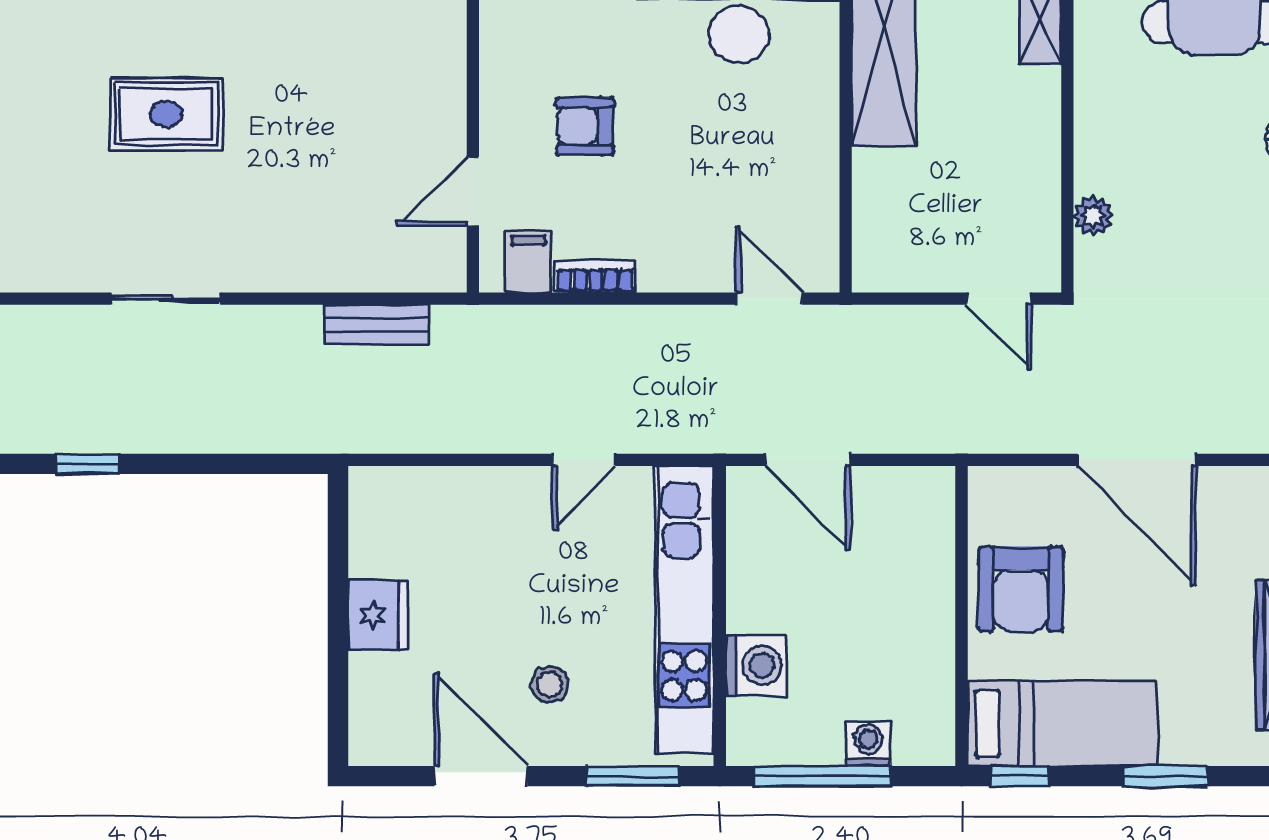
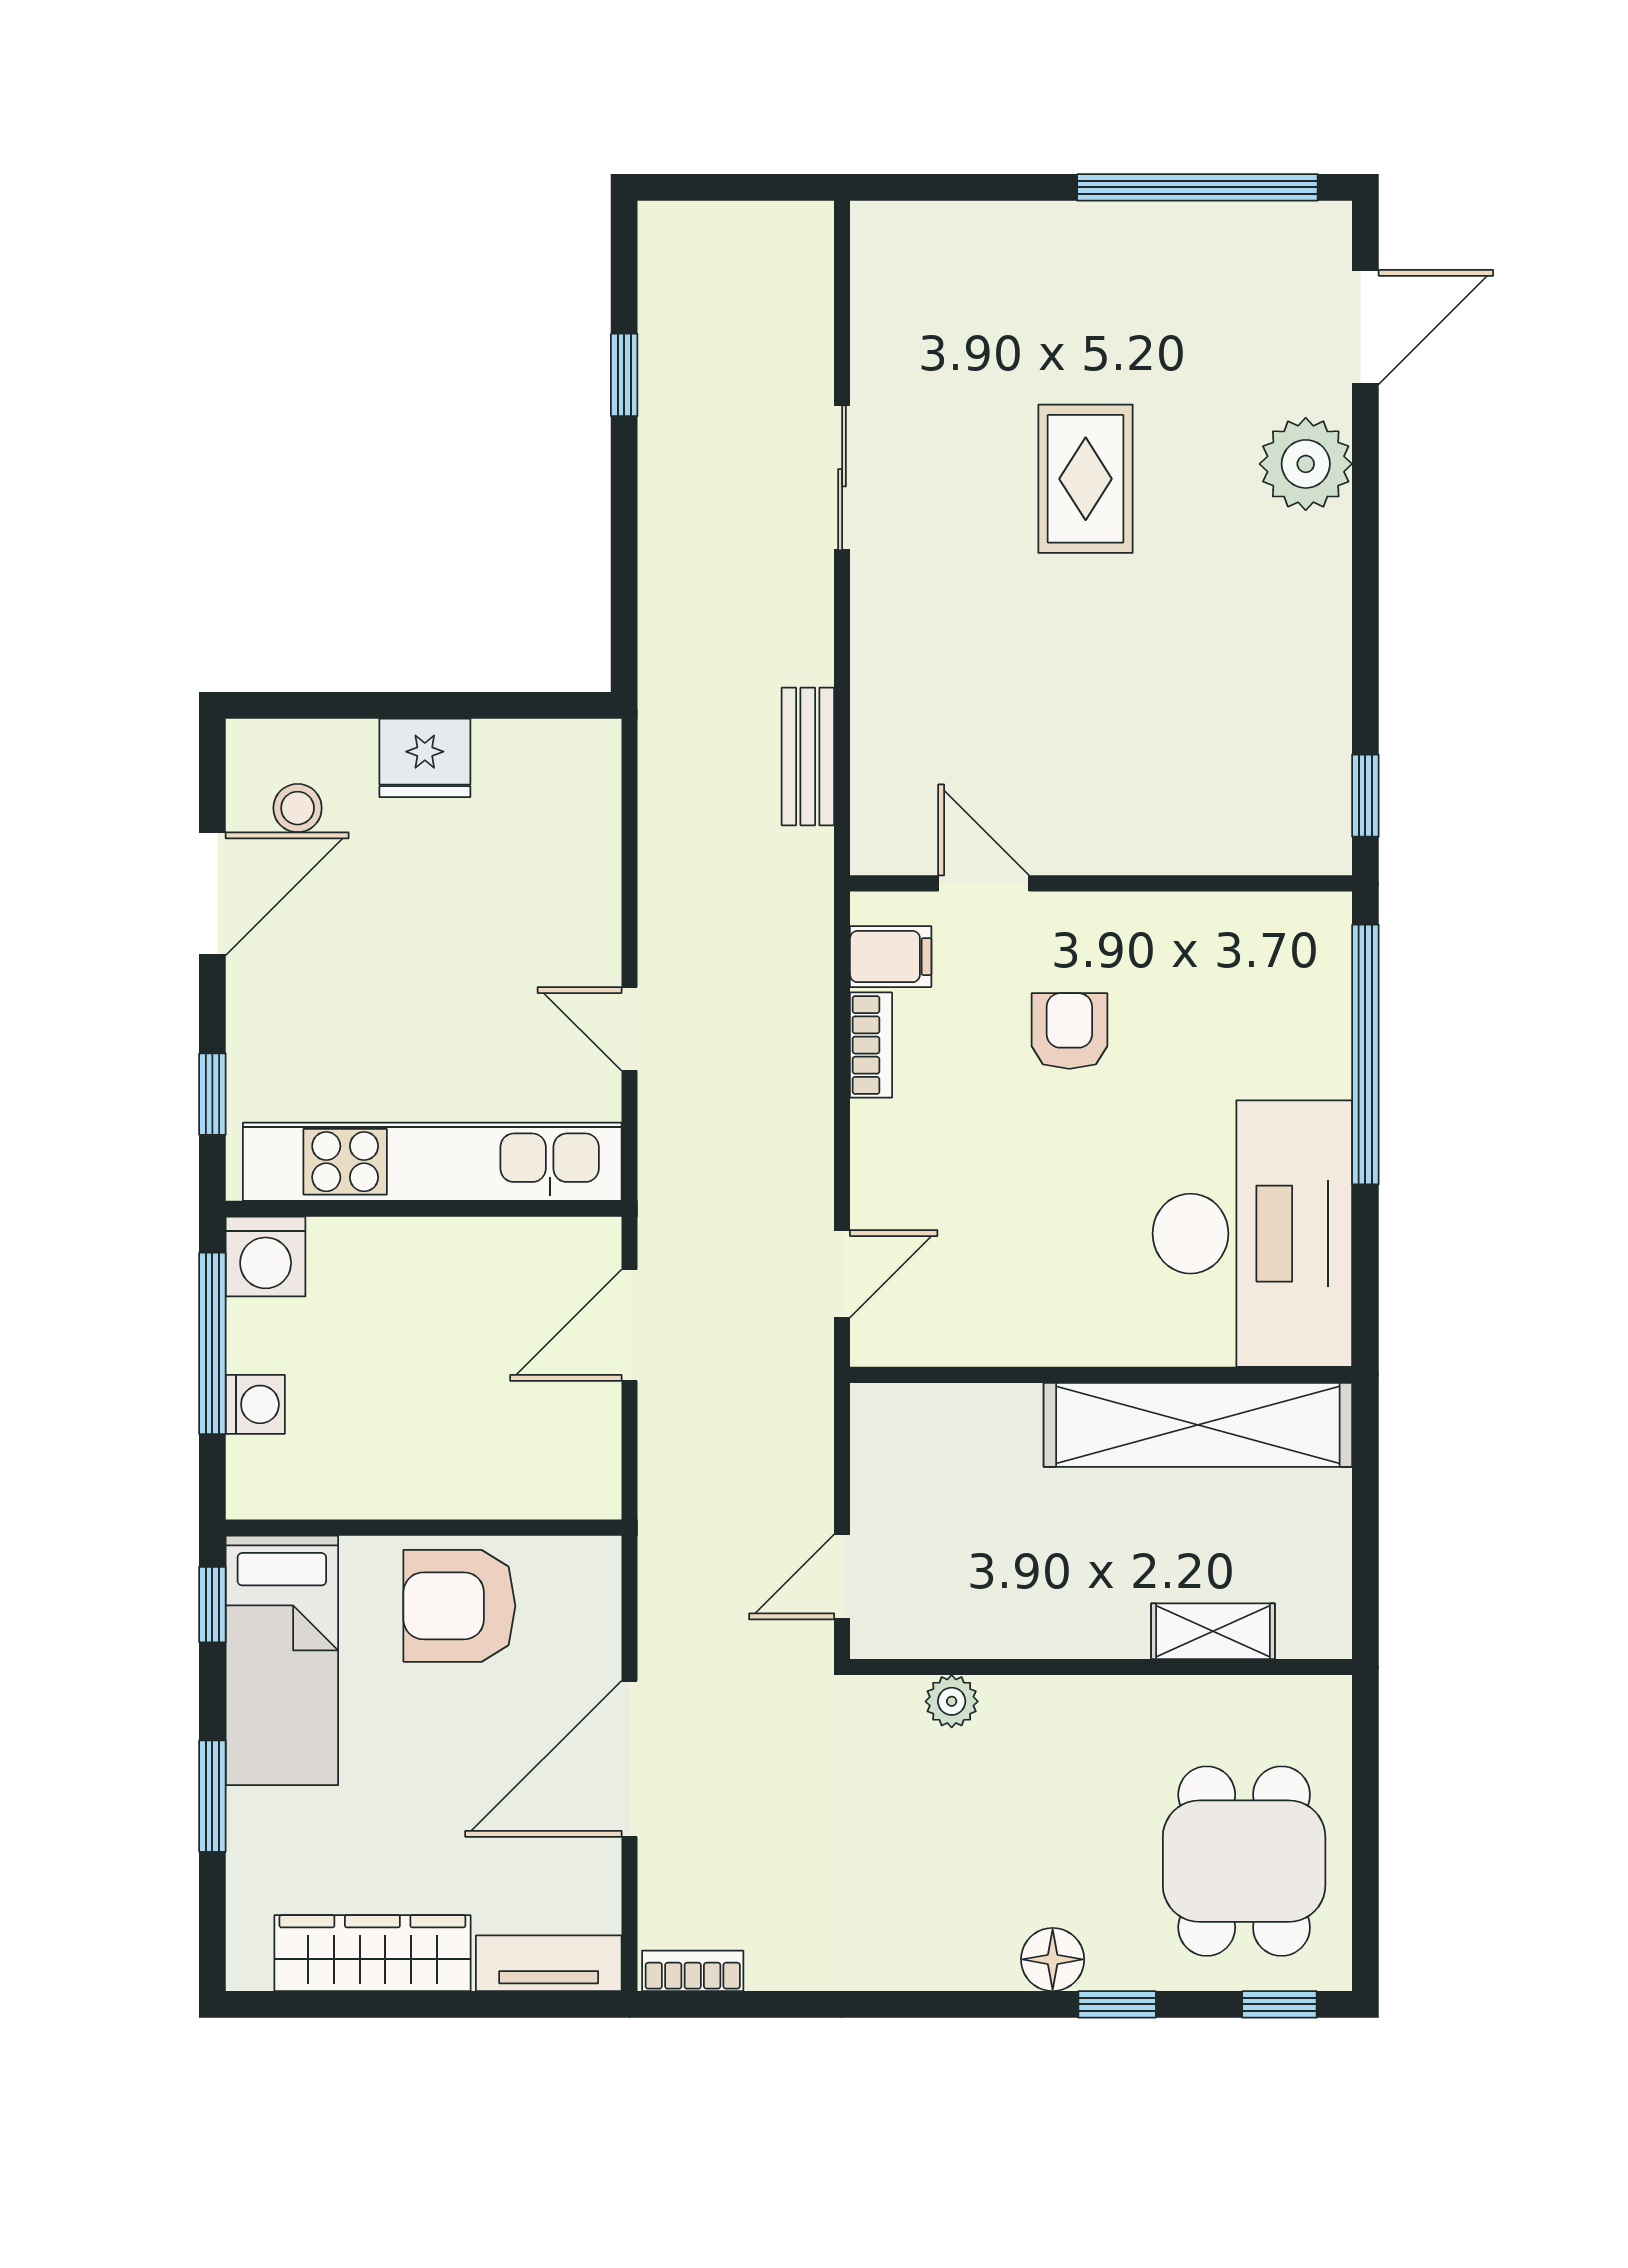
washing machine: (756, 665) -> (266, 1257), moved
stool: (550, 685) -> (298, 808), moved
window: (633, 776) -> (212, 1094), width x0.67

